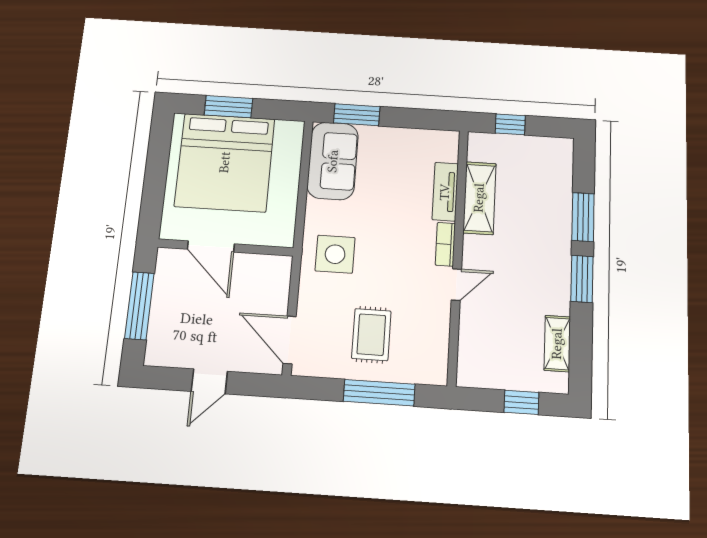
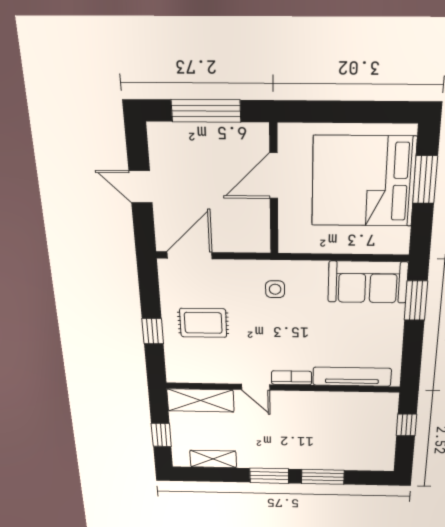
tv unit: (445, 192) -> (352, 377), width x1.41
shelving: (479, 198) -> (201, 400), moved
side table: (335, 254) -> (275, 289), width x0.54, depth x0.54
window: (379, 393) -> (153, 331), width x0.46

